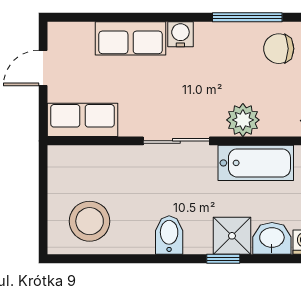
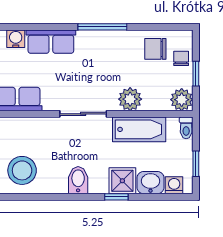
window: (247, 17) -> (102, 27), moved
water cooler: (180, 34) -> (16, 39), moved

